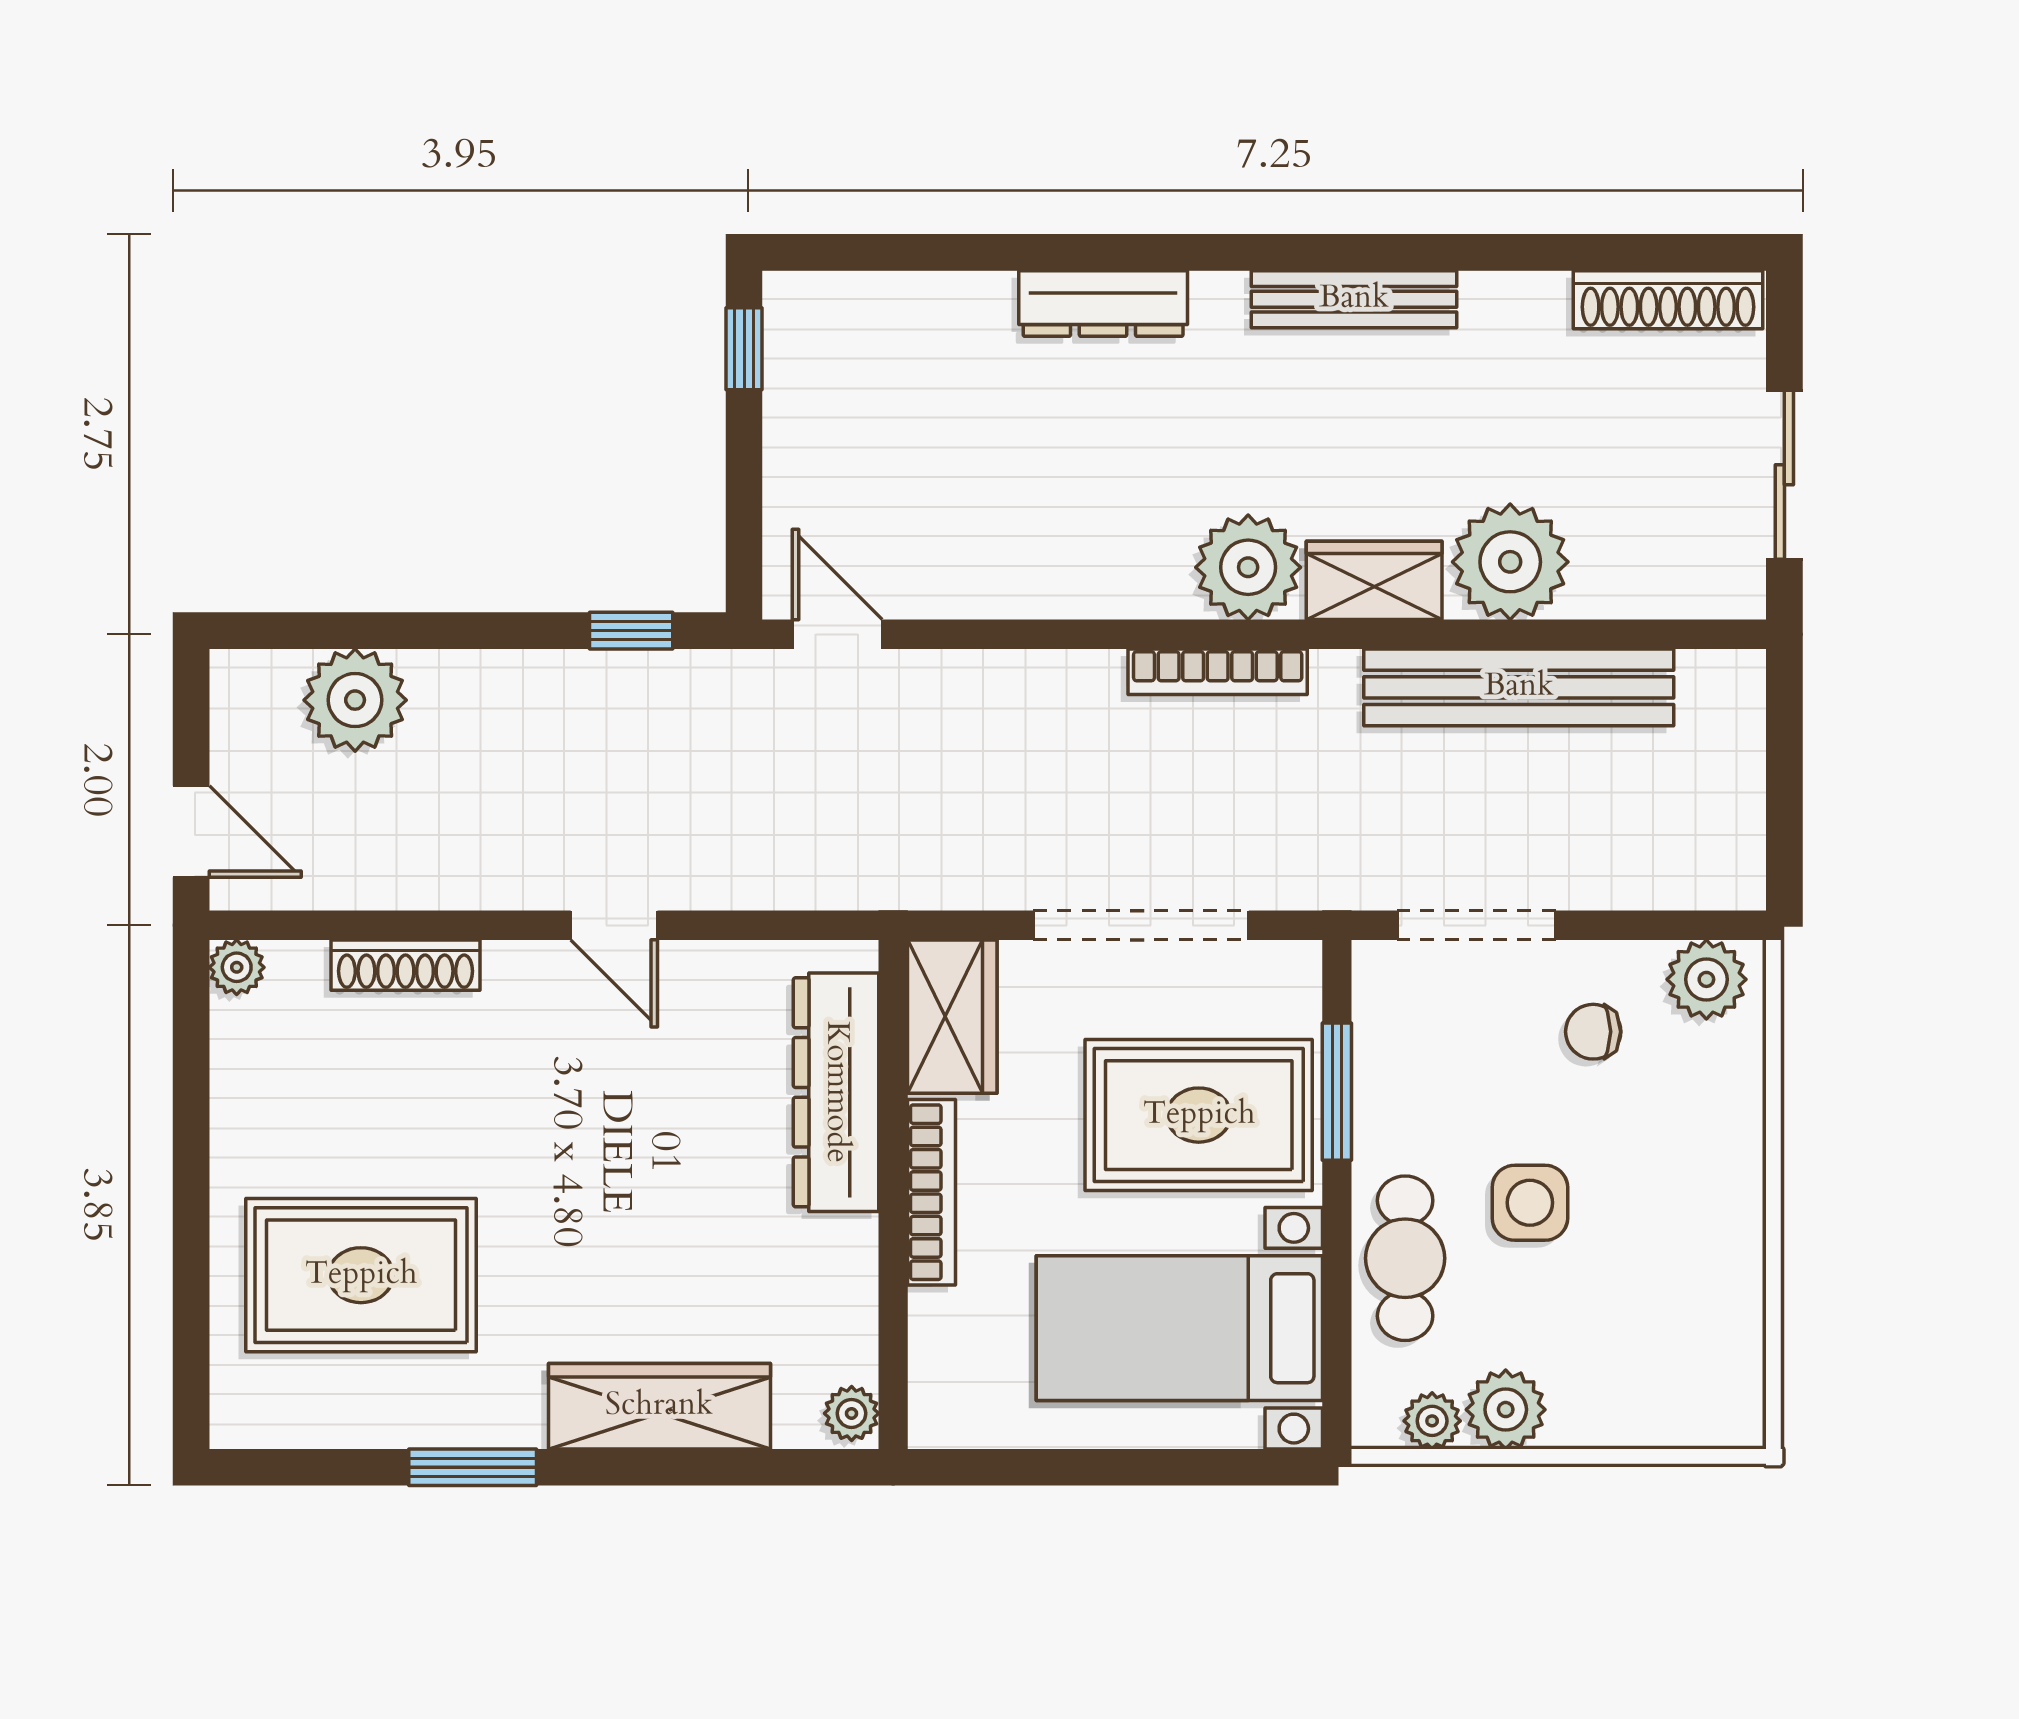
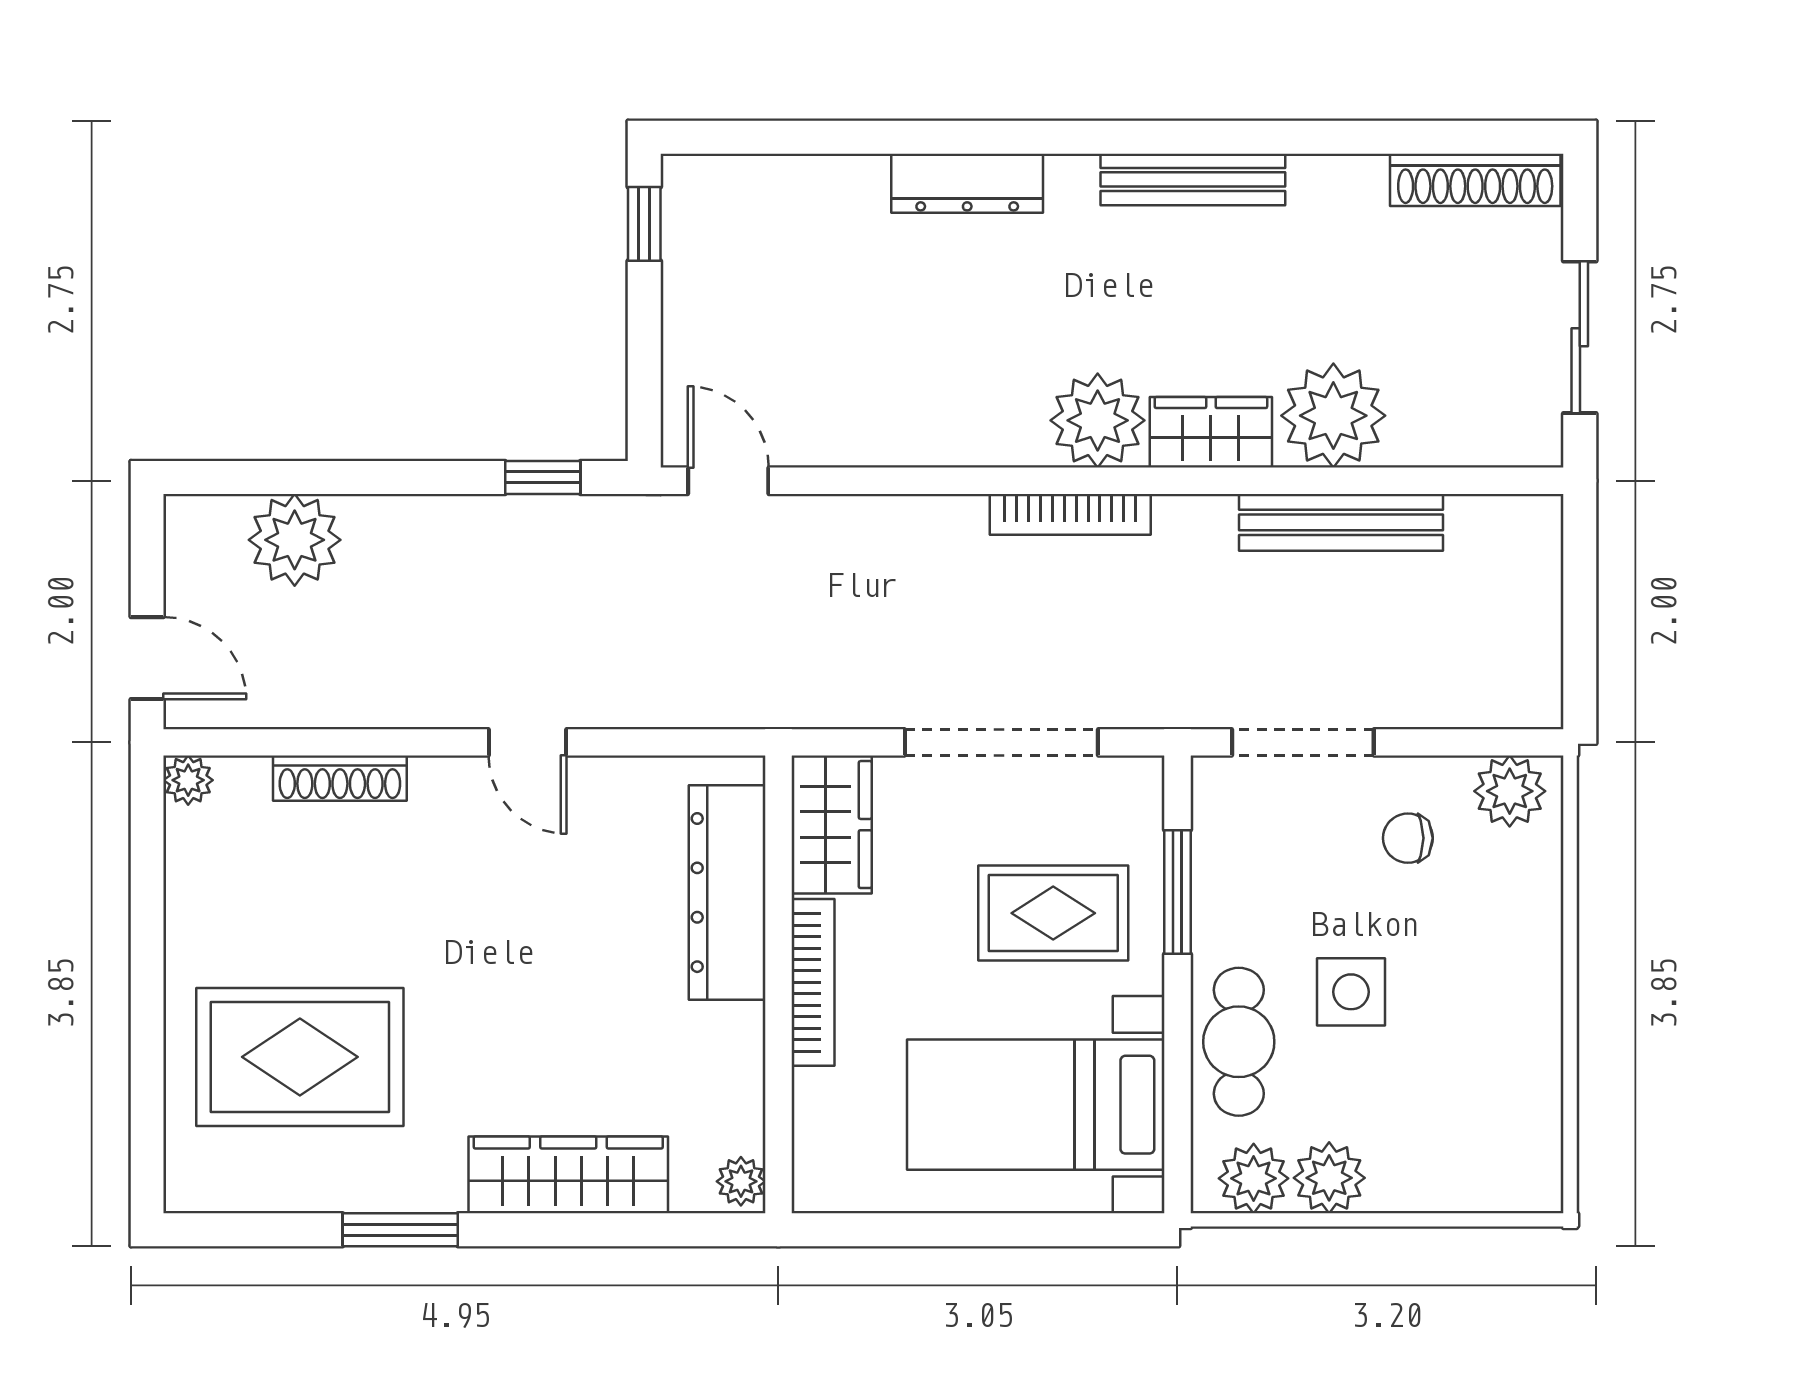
bench: (1519, 687) -> (1341, 522), width x0.73, depth x0.82
rug: (1199, 1115) -> (1053, 913), width x0.73, depth x0.70
plant: (1432, 1421) -> (1254, 1178), width x1.38, depth x1.38

